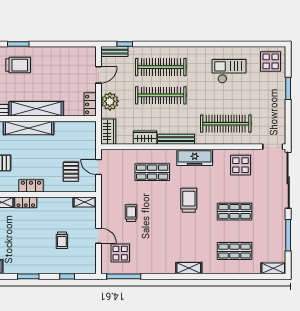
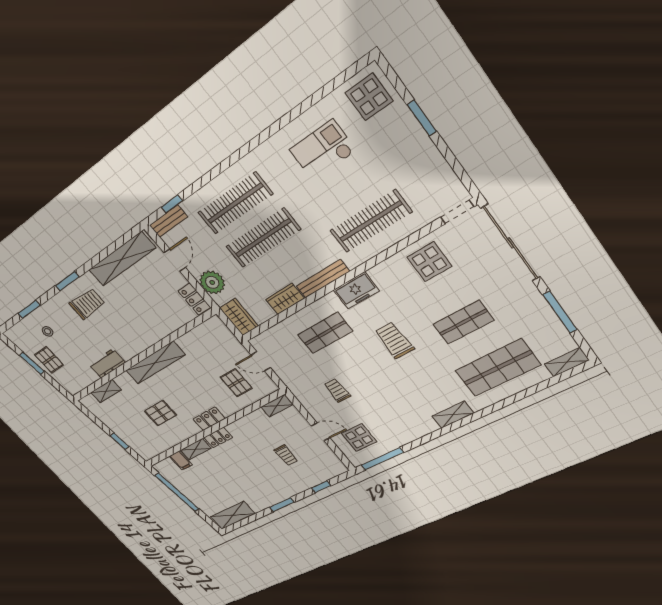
shelving: (36, 109) -> (122, 259), moved
freezer: (195, 157) -> (356, 291), width x0.71
shop shelf: (234, 251) -> (498, 368), width x1.43, depth x1.36

